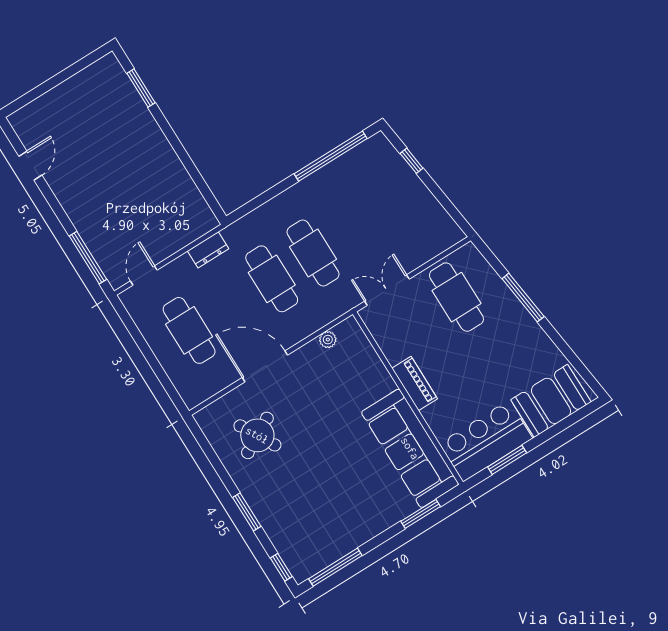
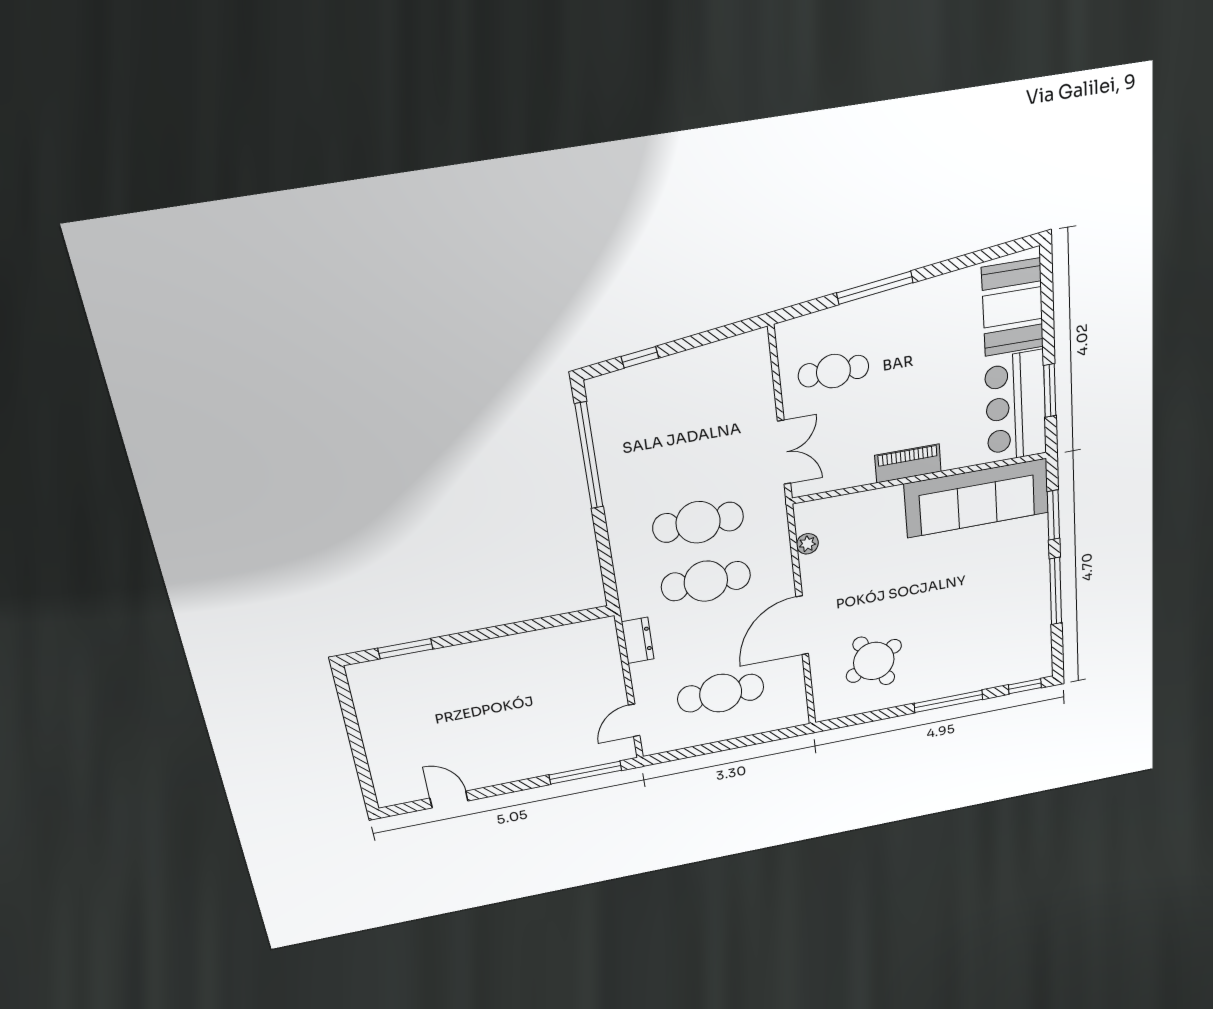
door: (144, 275) -> (634, 720), hinge flipped
double door: (387, 290) -> (784, 452), swing flipped
cafe table: (456, 297) -> (833, 371), width x0.73, depth x0.74
window: (247, 512) -> (948, 701), width x1.44
window: (335, 567) -> (1056, 591), moved

